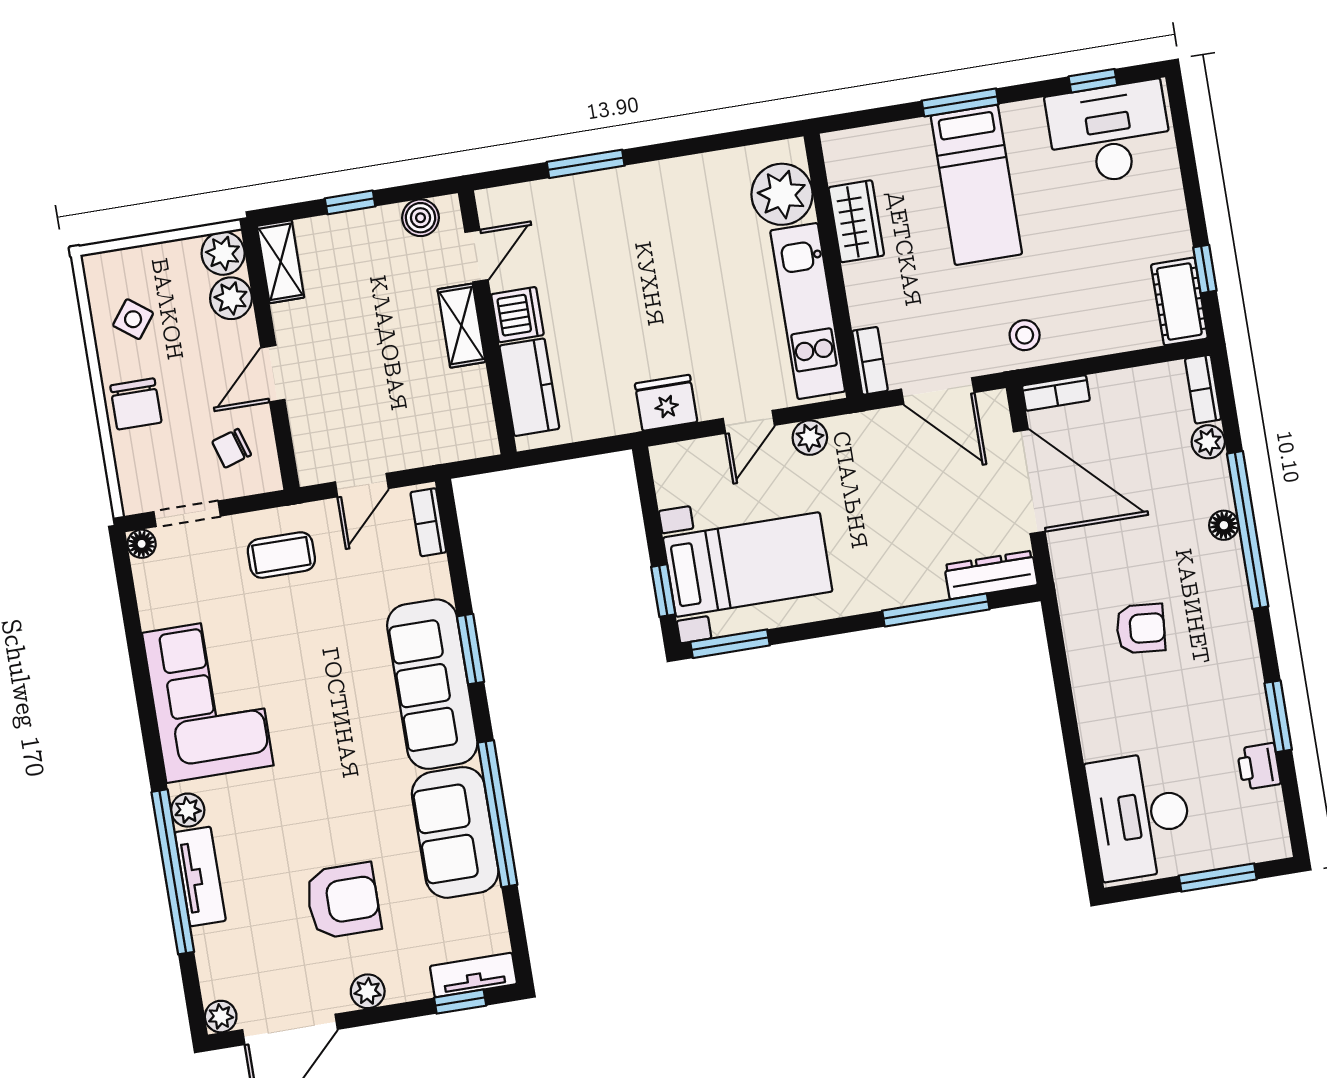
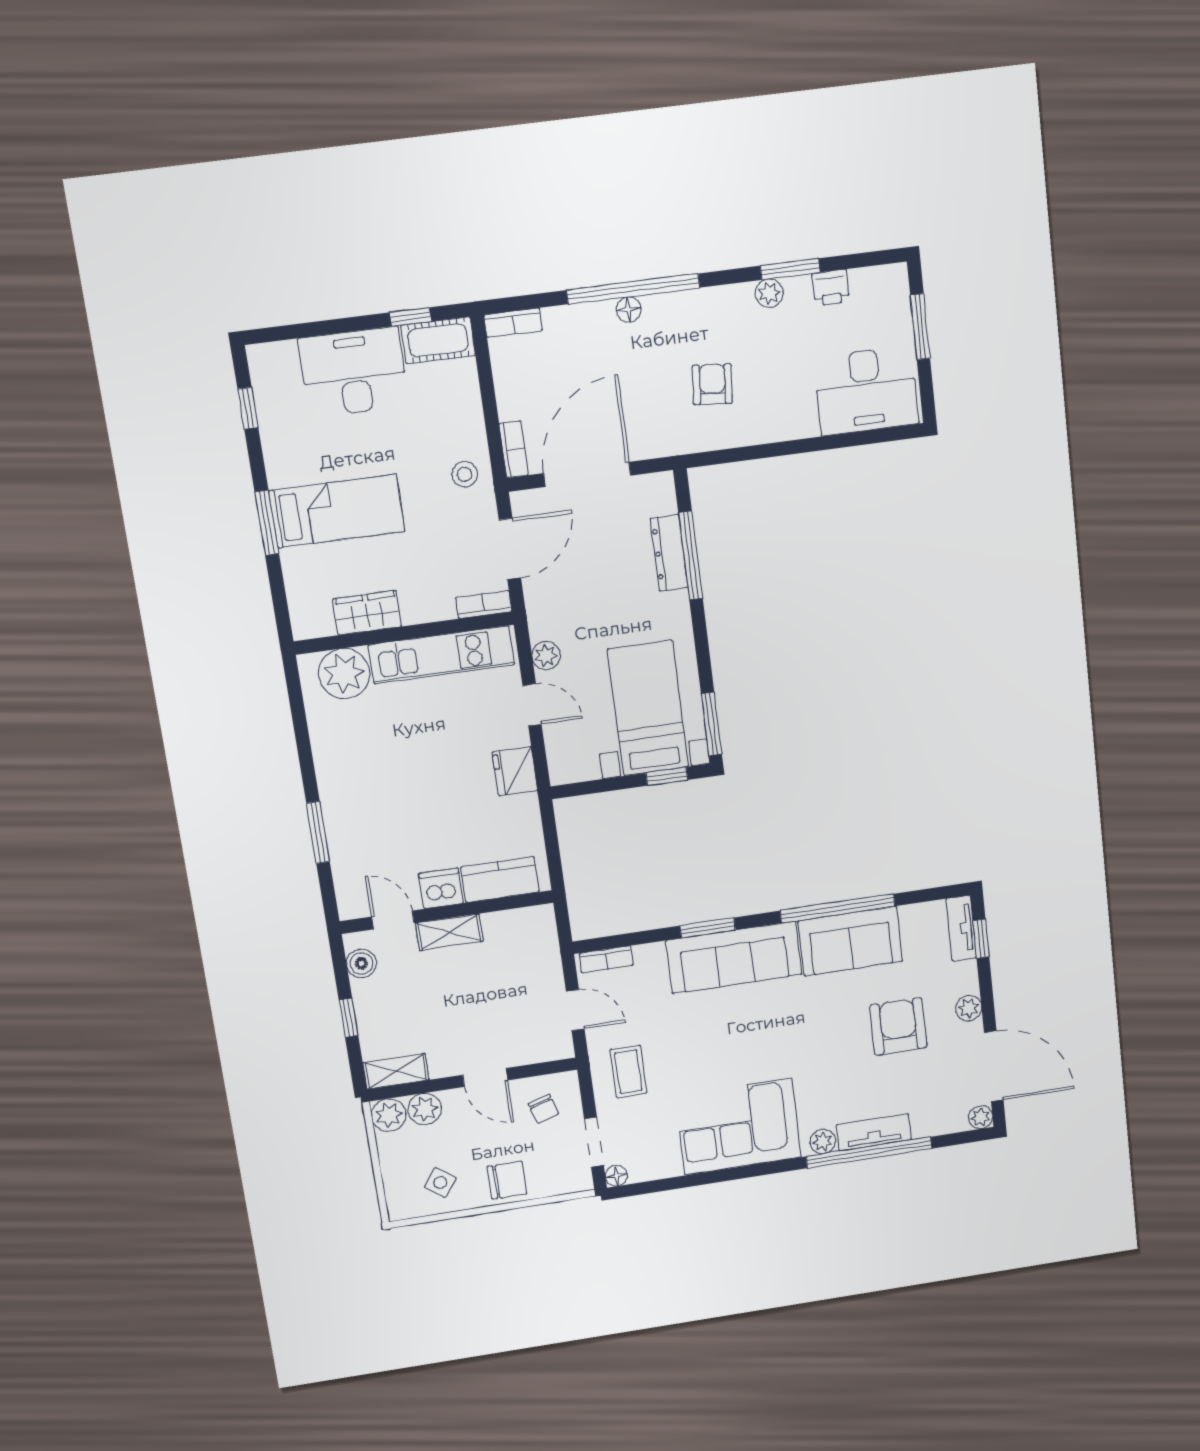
desk: (1109, 133) -> (354, 372), moved, turned 90
plant: (1208, 442) -> (769, 293), moved
dresser: (991, 575) -> (669, 553), moved

